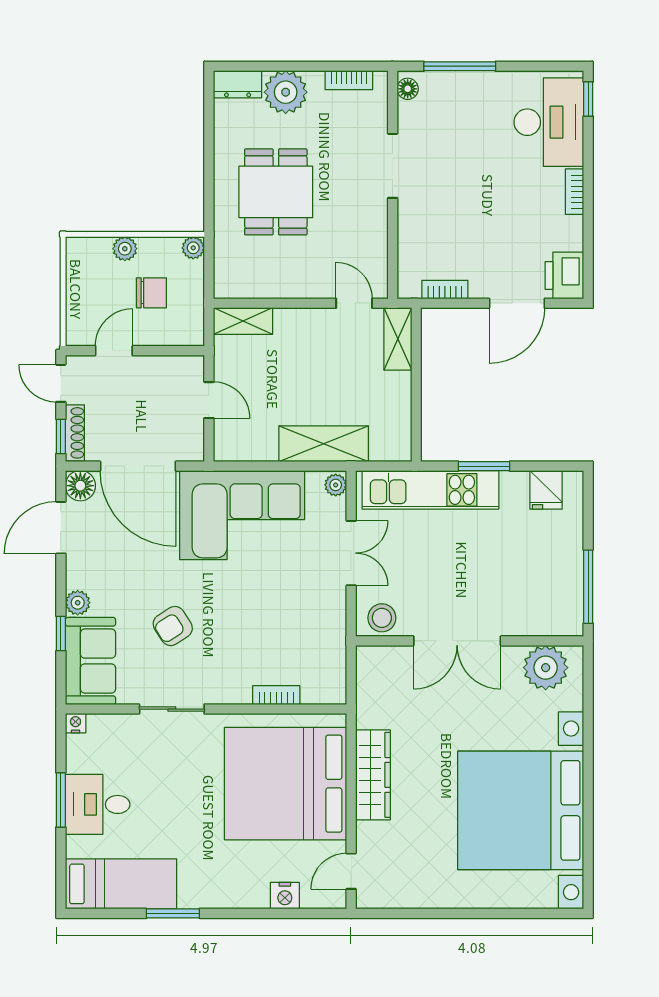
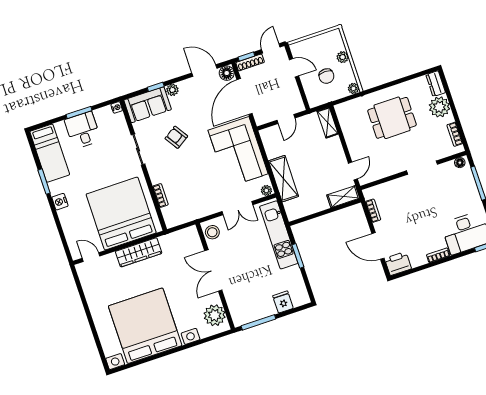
fridge: (546, 490) -> (283, 302), moved, turned 90
nightstand: (285, 896) -> (60, 202), moved

